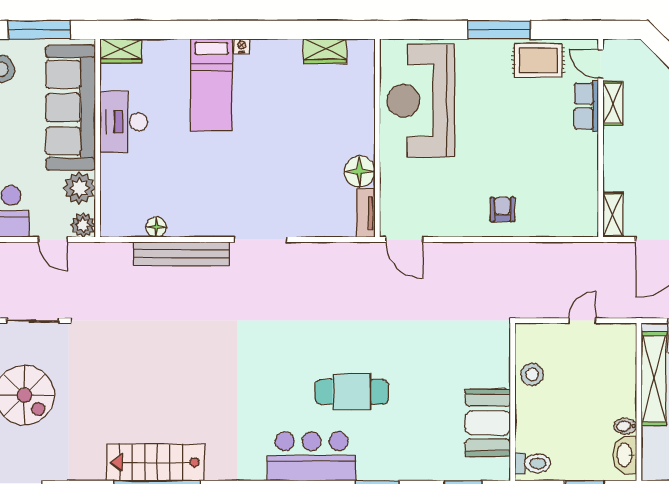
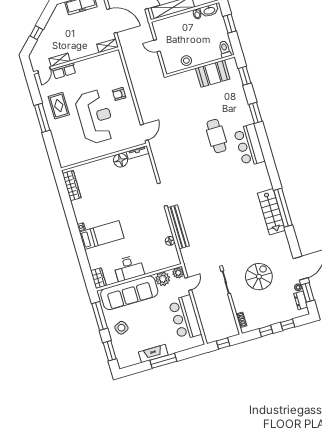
wardrobe: (325, 51) -> (72, 186), width x1.50
rug: (538, 60) -> (59, 106), moved
reception desk: (421, 101) -> (95, 117), moved, turned -90

